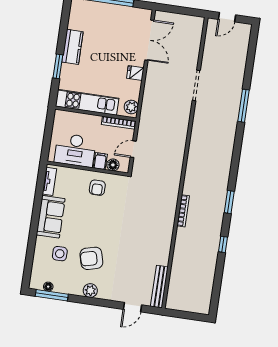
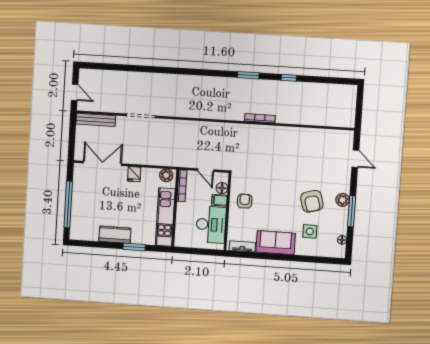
window: (243, 106) -> (156, 70), removed
armchair: (97, 188) -> (245, 201), turned -90
bench: (159, 287) -> (96, 120), moved
window: (52, 295) -> (352, 211), moved

